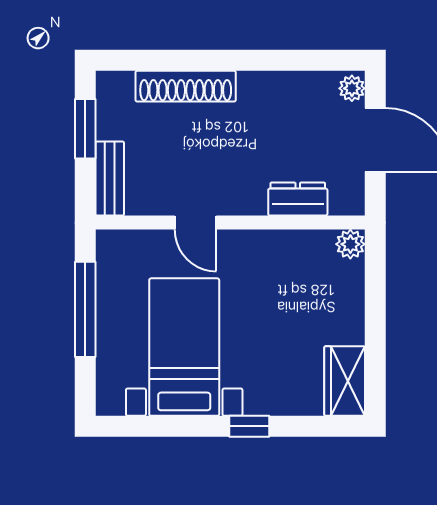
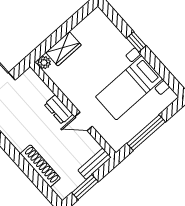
dresser: (298, 199) -> (58, 109), moved
door: (195, 223) -> (84, 121), swing flipped
wardrobe: (345, 381) -> (63, 49), moved

